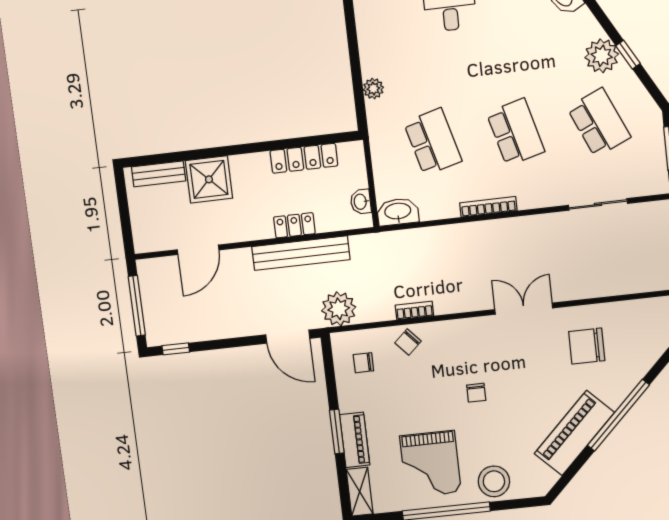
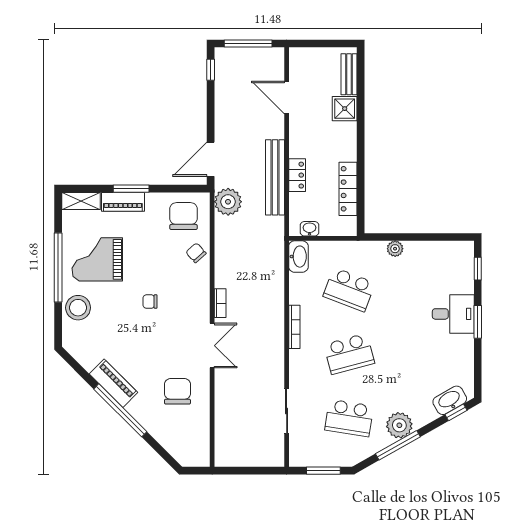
window: (628, 55) -> (398, 445), width x2.17
school desk: (599, 123) -> (349, 418), turned 33
school desk: (433, 142) -> (349, 290), turned 36
shower: (209, 179) -> (345, 109), width x0.73, depth x0.73
bookcase: (414, 310) -> (220, 303), moved
chair: (363, 363) -> (183, 216), width x1.87, depth x1.87
piano: (574, 433) -> (113, 383), width x0.73, depth x0.75

